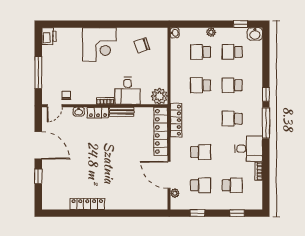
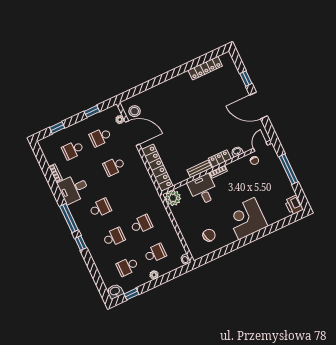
school desk: (232, 52) -> (127, 266), turned 180
locker: (176, 120) -> (149, 184), removed
stool: (157, 195) -> (135, 111), added
locker: (87, 204) -> (205, 68), moved

